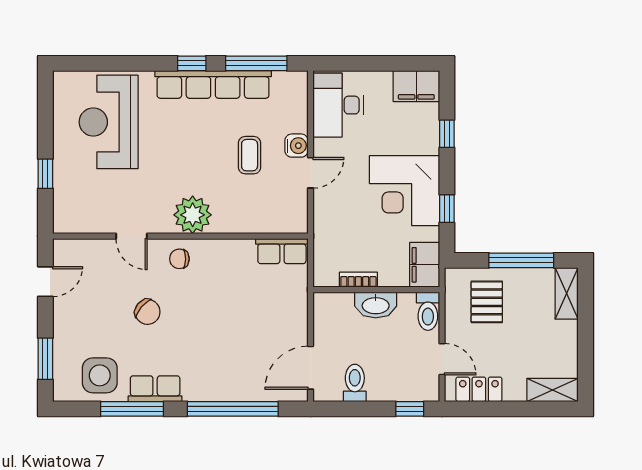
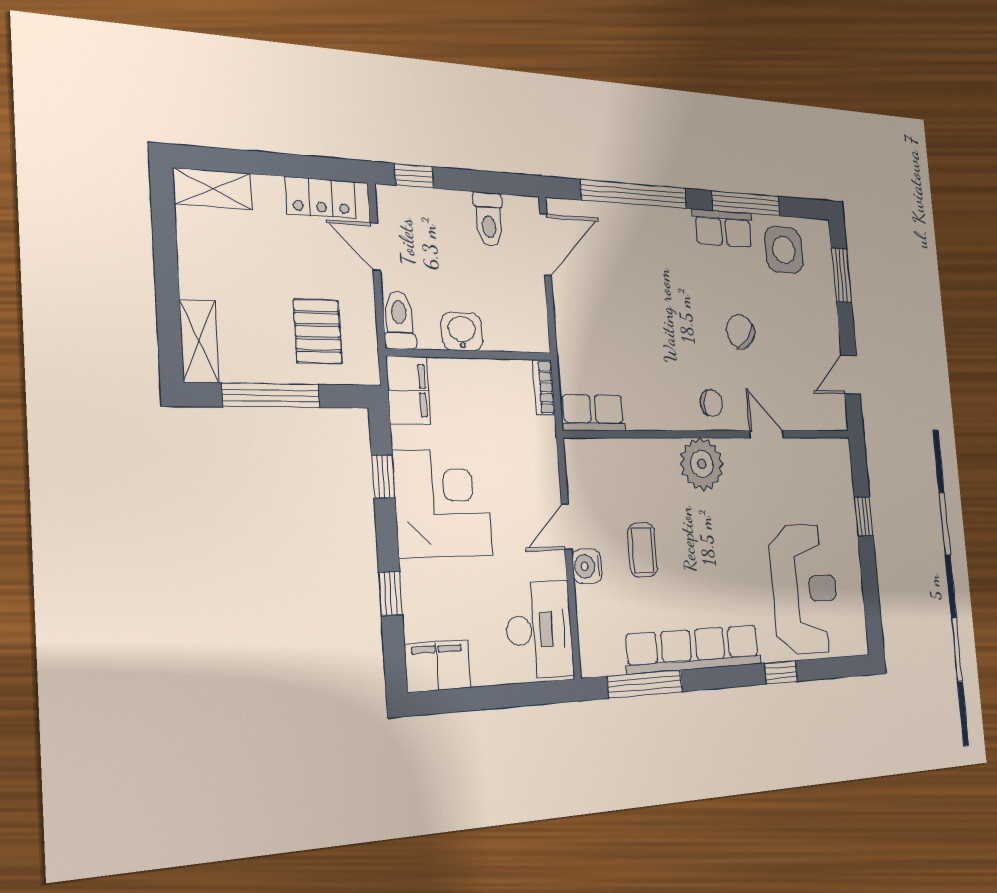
window: (192, 63) -> (781, 672), moved
bookcase: (358, 280) -> (544, 387), moved, turned 90
washbasin: (376, 305) -> (462, 332), width x0.72

